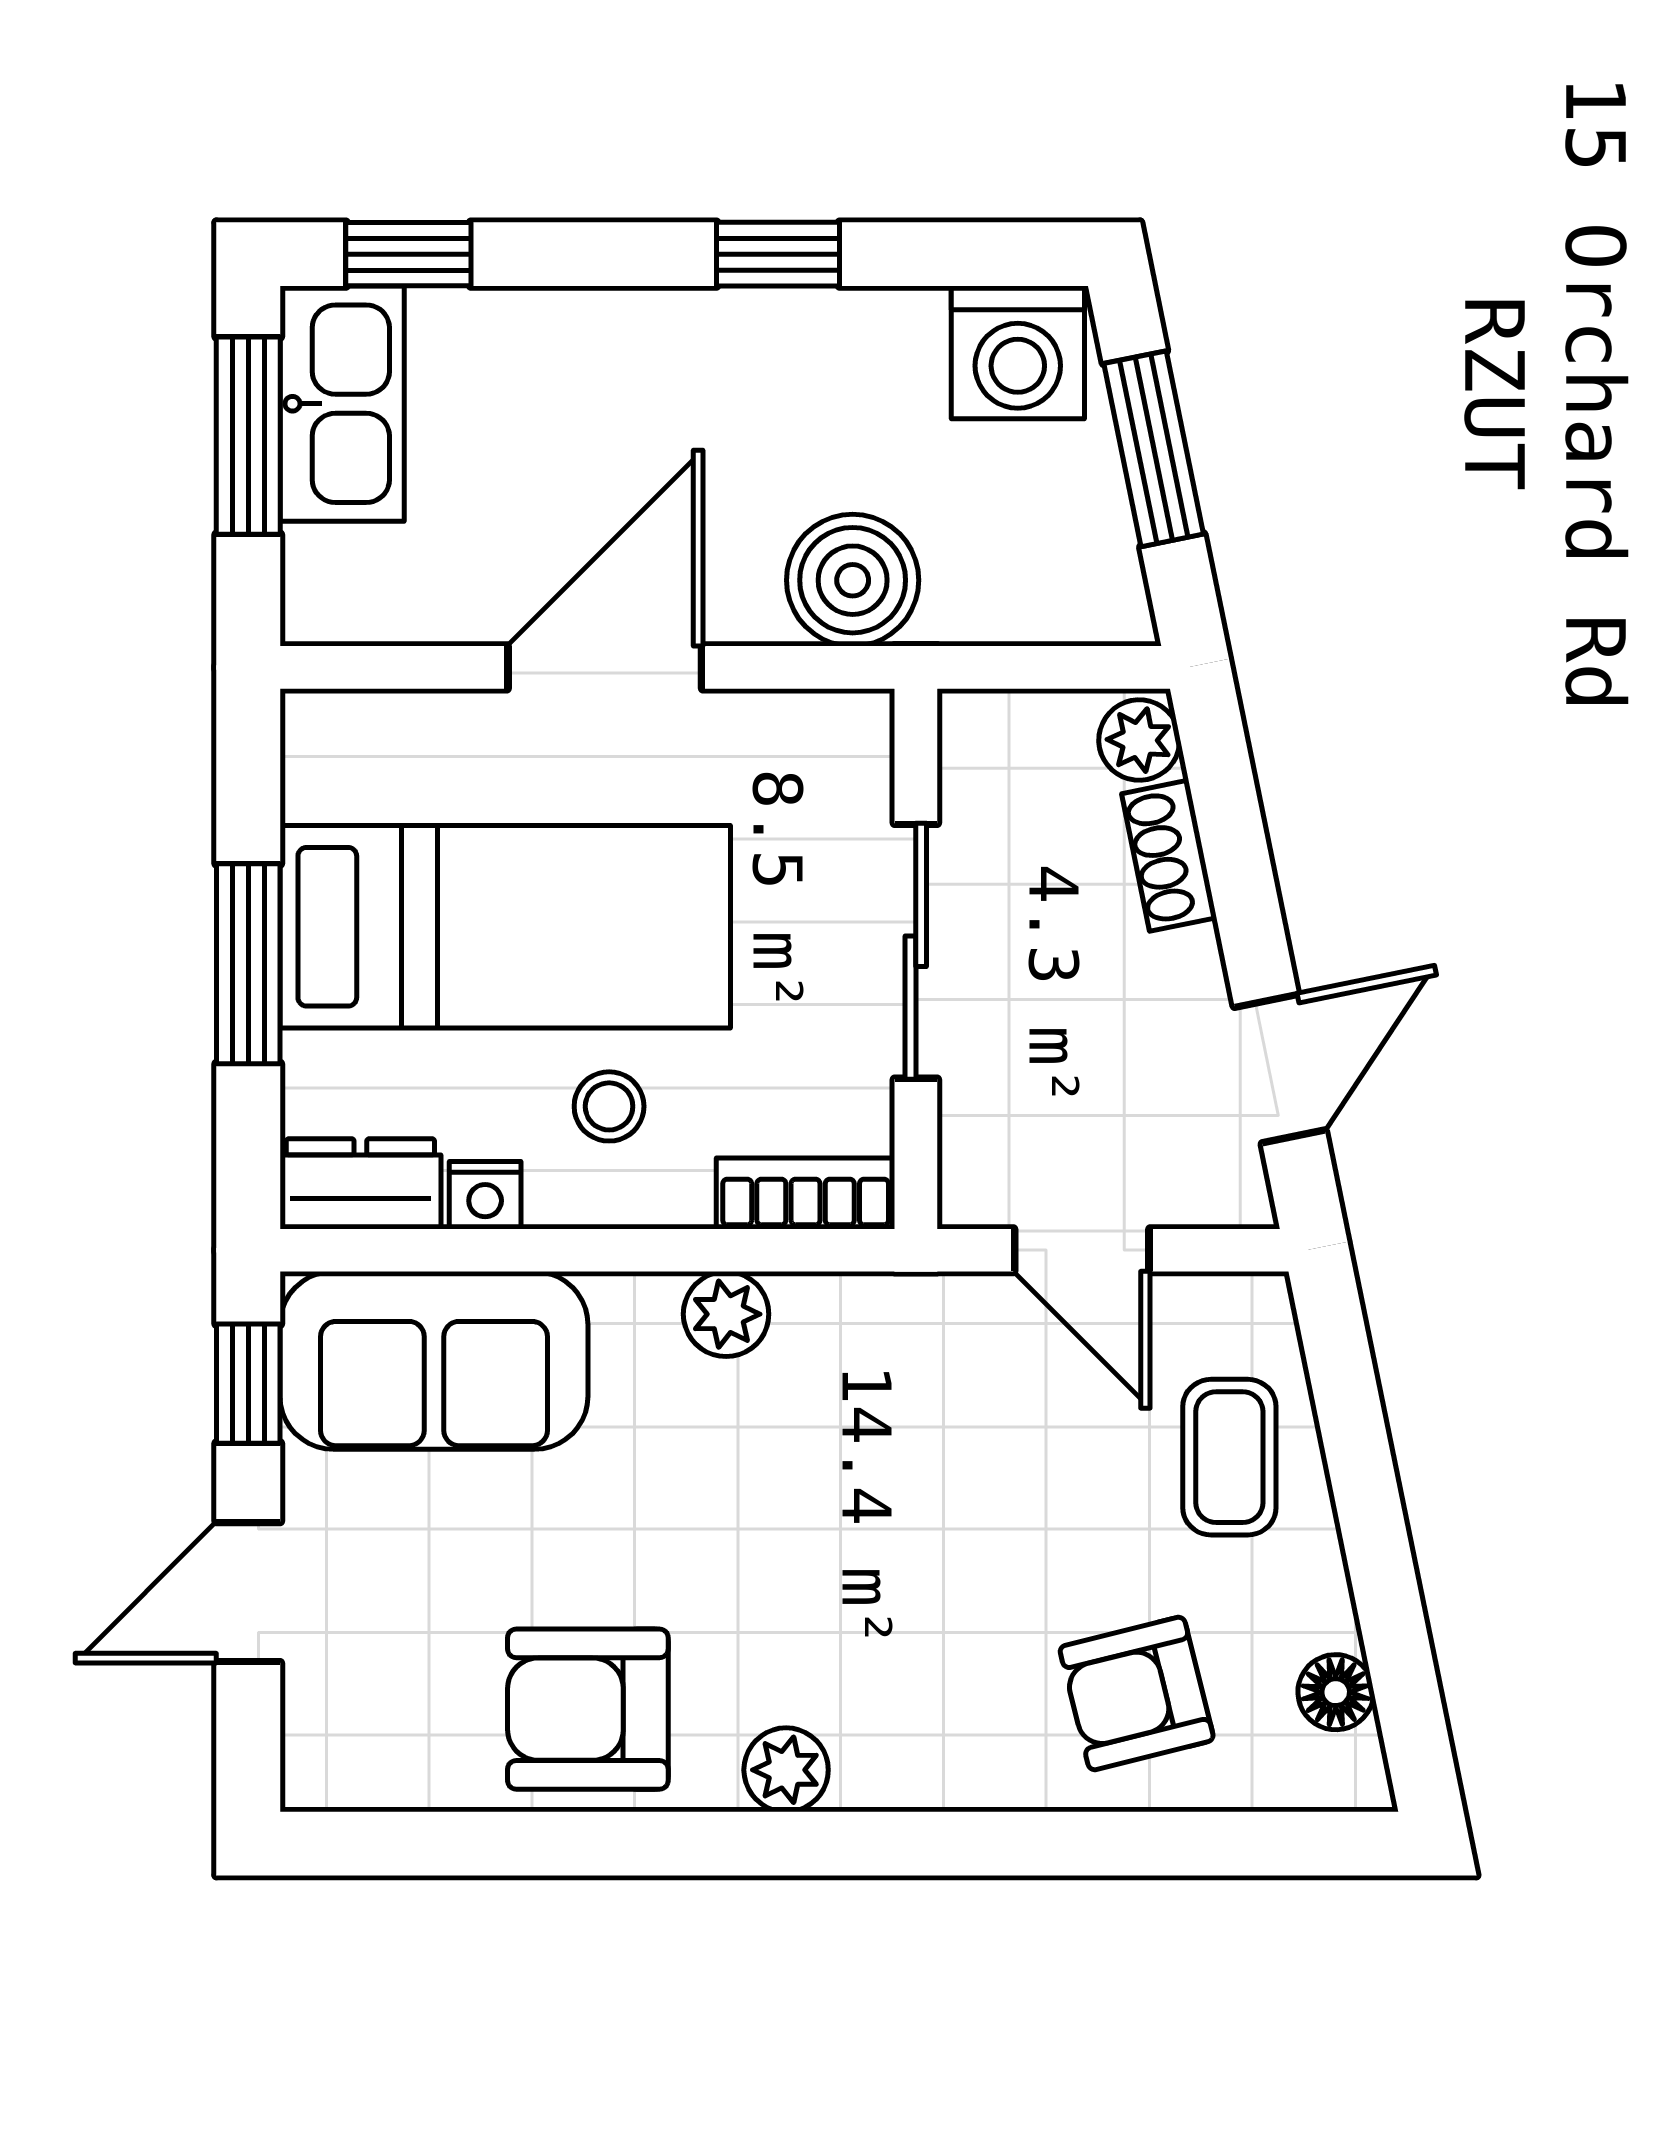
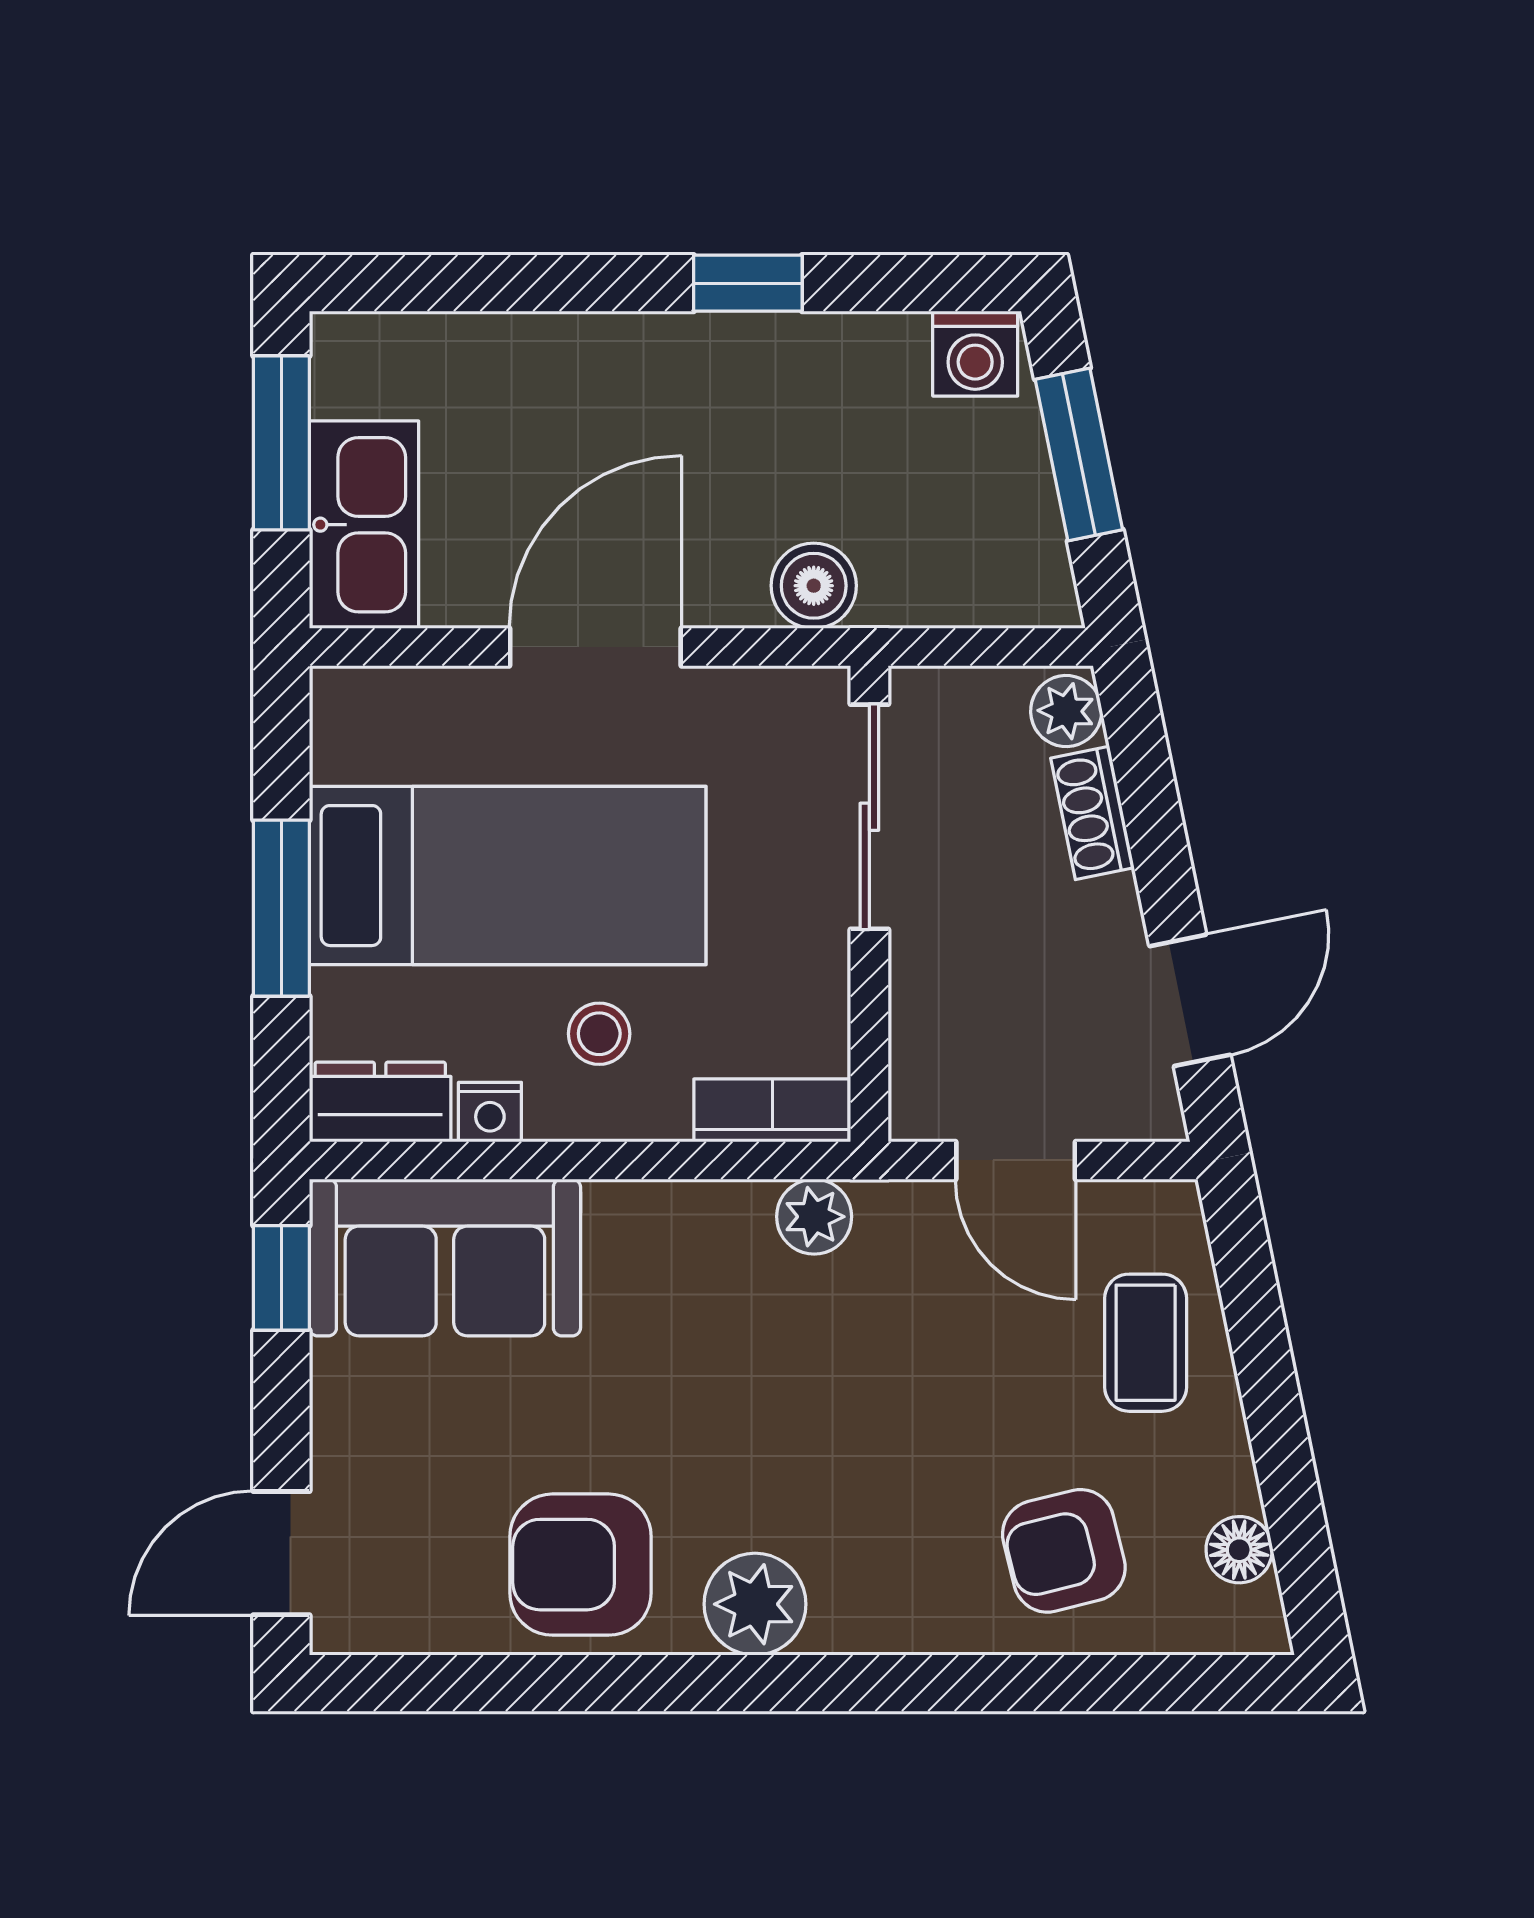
window: (408, 254) -> (422, 283), removed
washing machine: (1018, 352) -> (975, 354), width x0.73, depth x0.73
kitchen sink: (342, 404) -> (364, 525), moved
boiler: (853, 580) -> (814, 586), width x0.73, depth x0.73
sliding door: (916, 951) -> (869, 817), moved
plant: (726, 1314) -> (814, 1217), moved
door: (248, 1592) -> (281, 1553), moved
plant: (786, 1770) -> (755, 1604), width x1.38, depth x1.38

